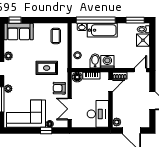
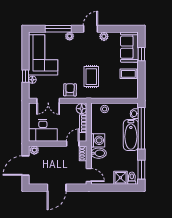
window: (15, 20) -> (141, 54), moved
coffee table: (56, 36) -> (128, 74), moved
bidet: (95, 61) -> (99, 153), moved
door: (110, 86) -> (73, 144), swing flipped
double door: (70, 109) -> (48, 101), swing flipped

